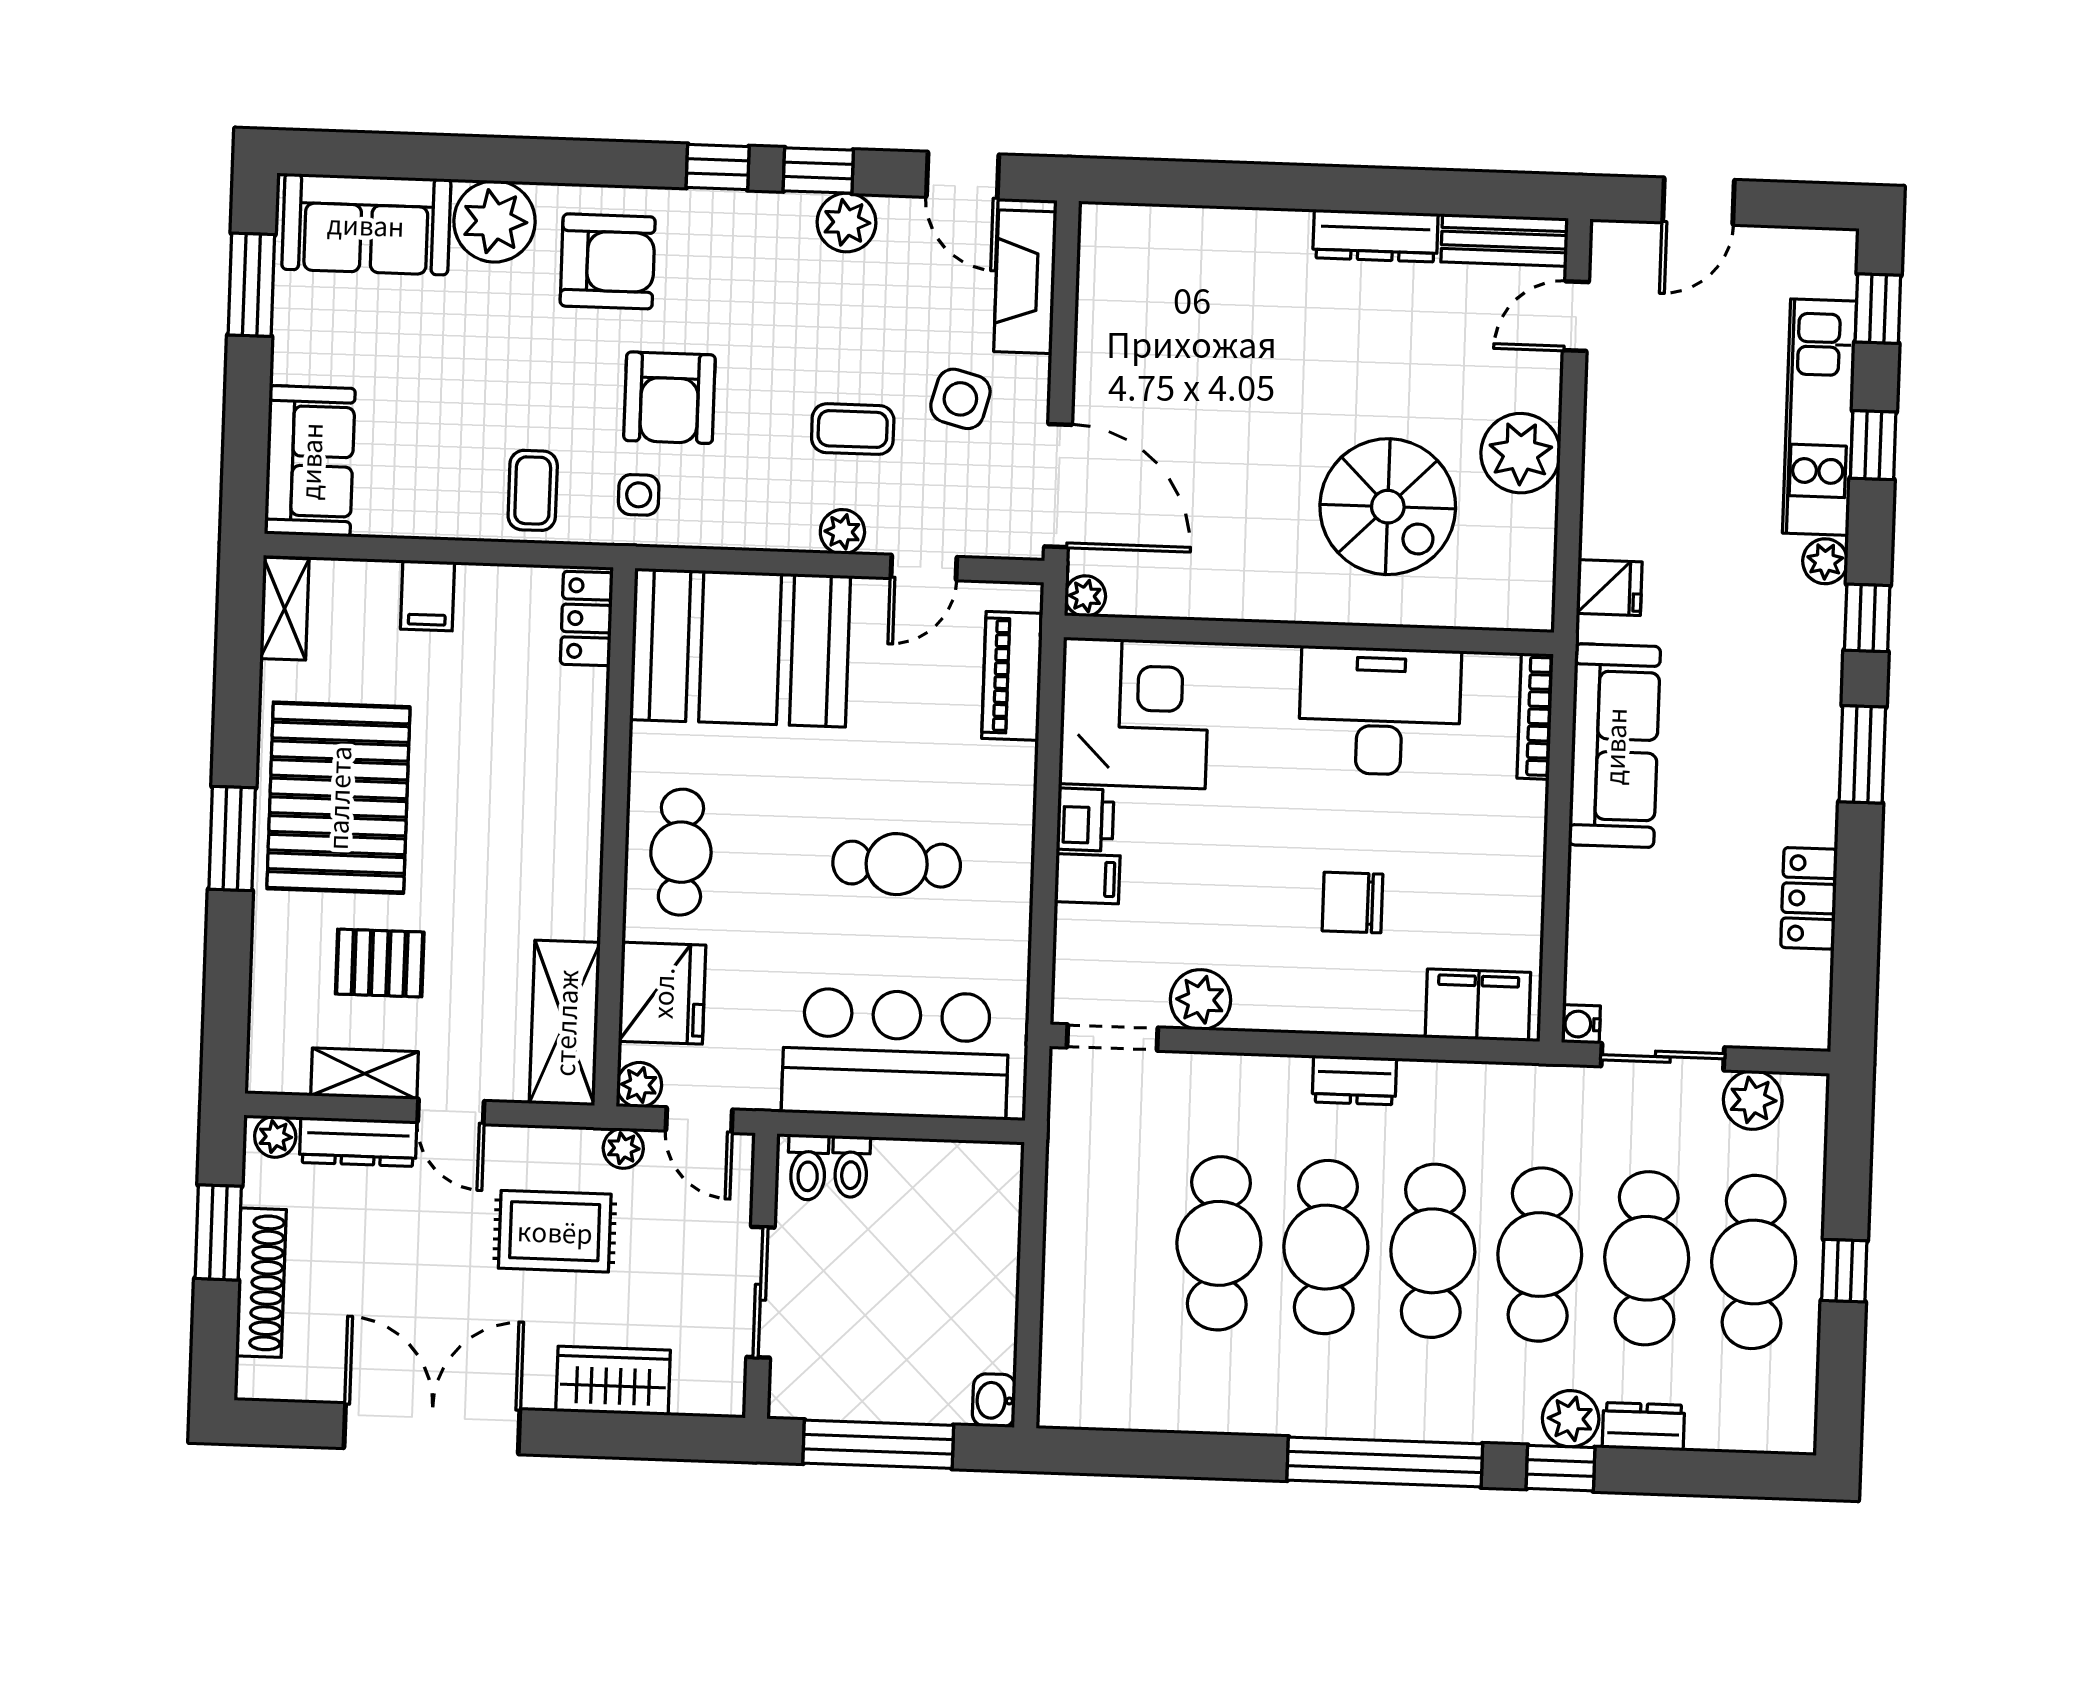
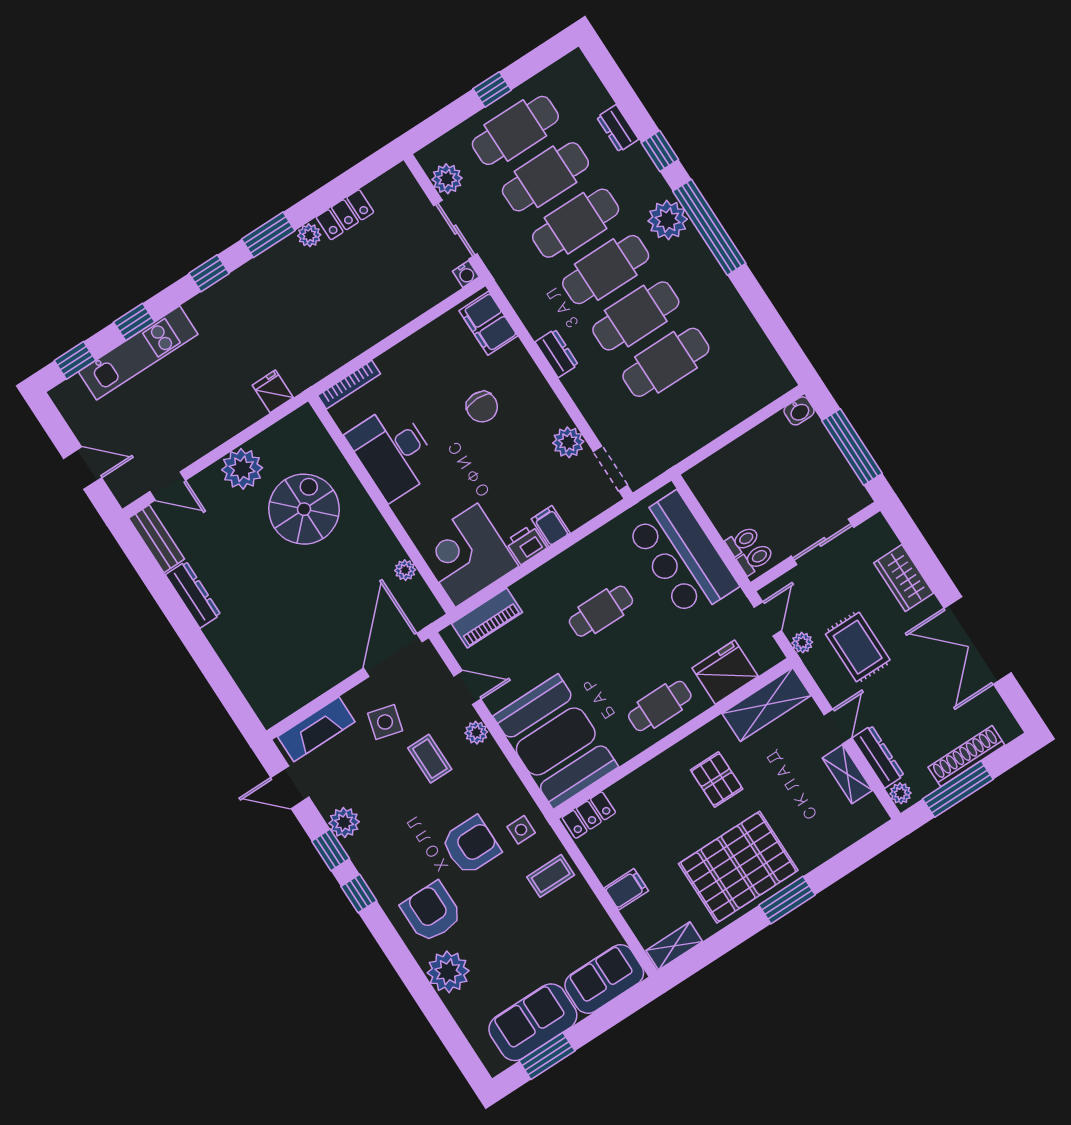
door: (963, 176) -> (290, 787), swing flipped
sofa: (366, 224) -> (533, 1022), moved, turned -90
plant: (1825, 561) -> (309, 235), moved
plant: (1085, 596) -> (405, 570), moved
sofa: (1614, 746) -> (338, 342), removed
cafe table: (897, 864) -> (601, 611), turned 90
pallet: (380, 963) -> (717, 779), moved
plant: (639, 1085) -> (771, 655), removed
window: (218, 1232) -> (958, 789), width x1.44
plant: (1571, 1419) -> (668, 220), moved, width x1.36, depth x1.36

